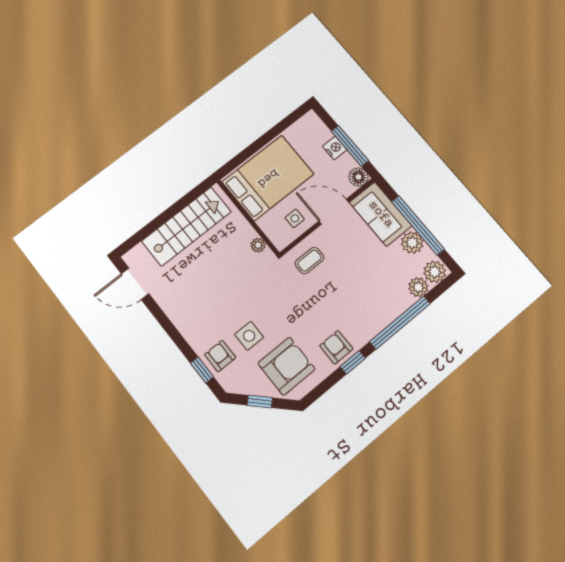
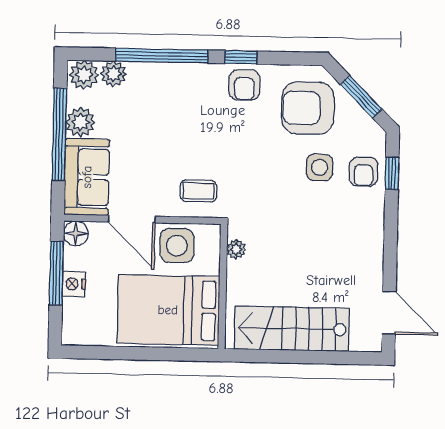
side table: (295, 218) -> (177, 246), width x1.87, depth x1.87
window: (260, 401) -> (361, 97), width x1.50

